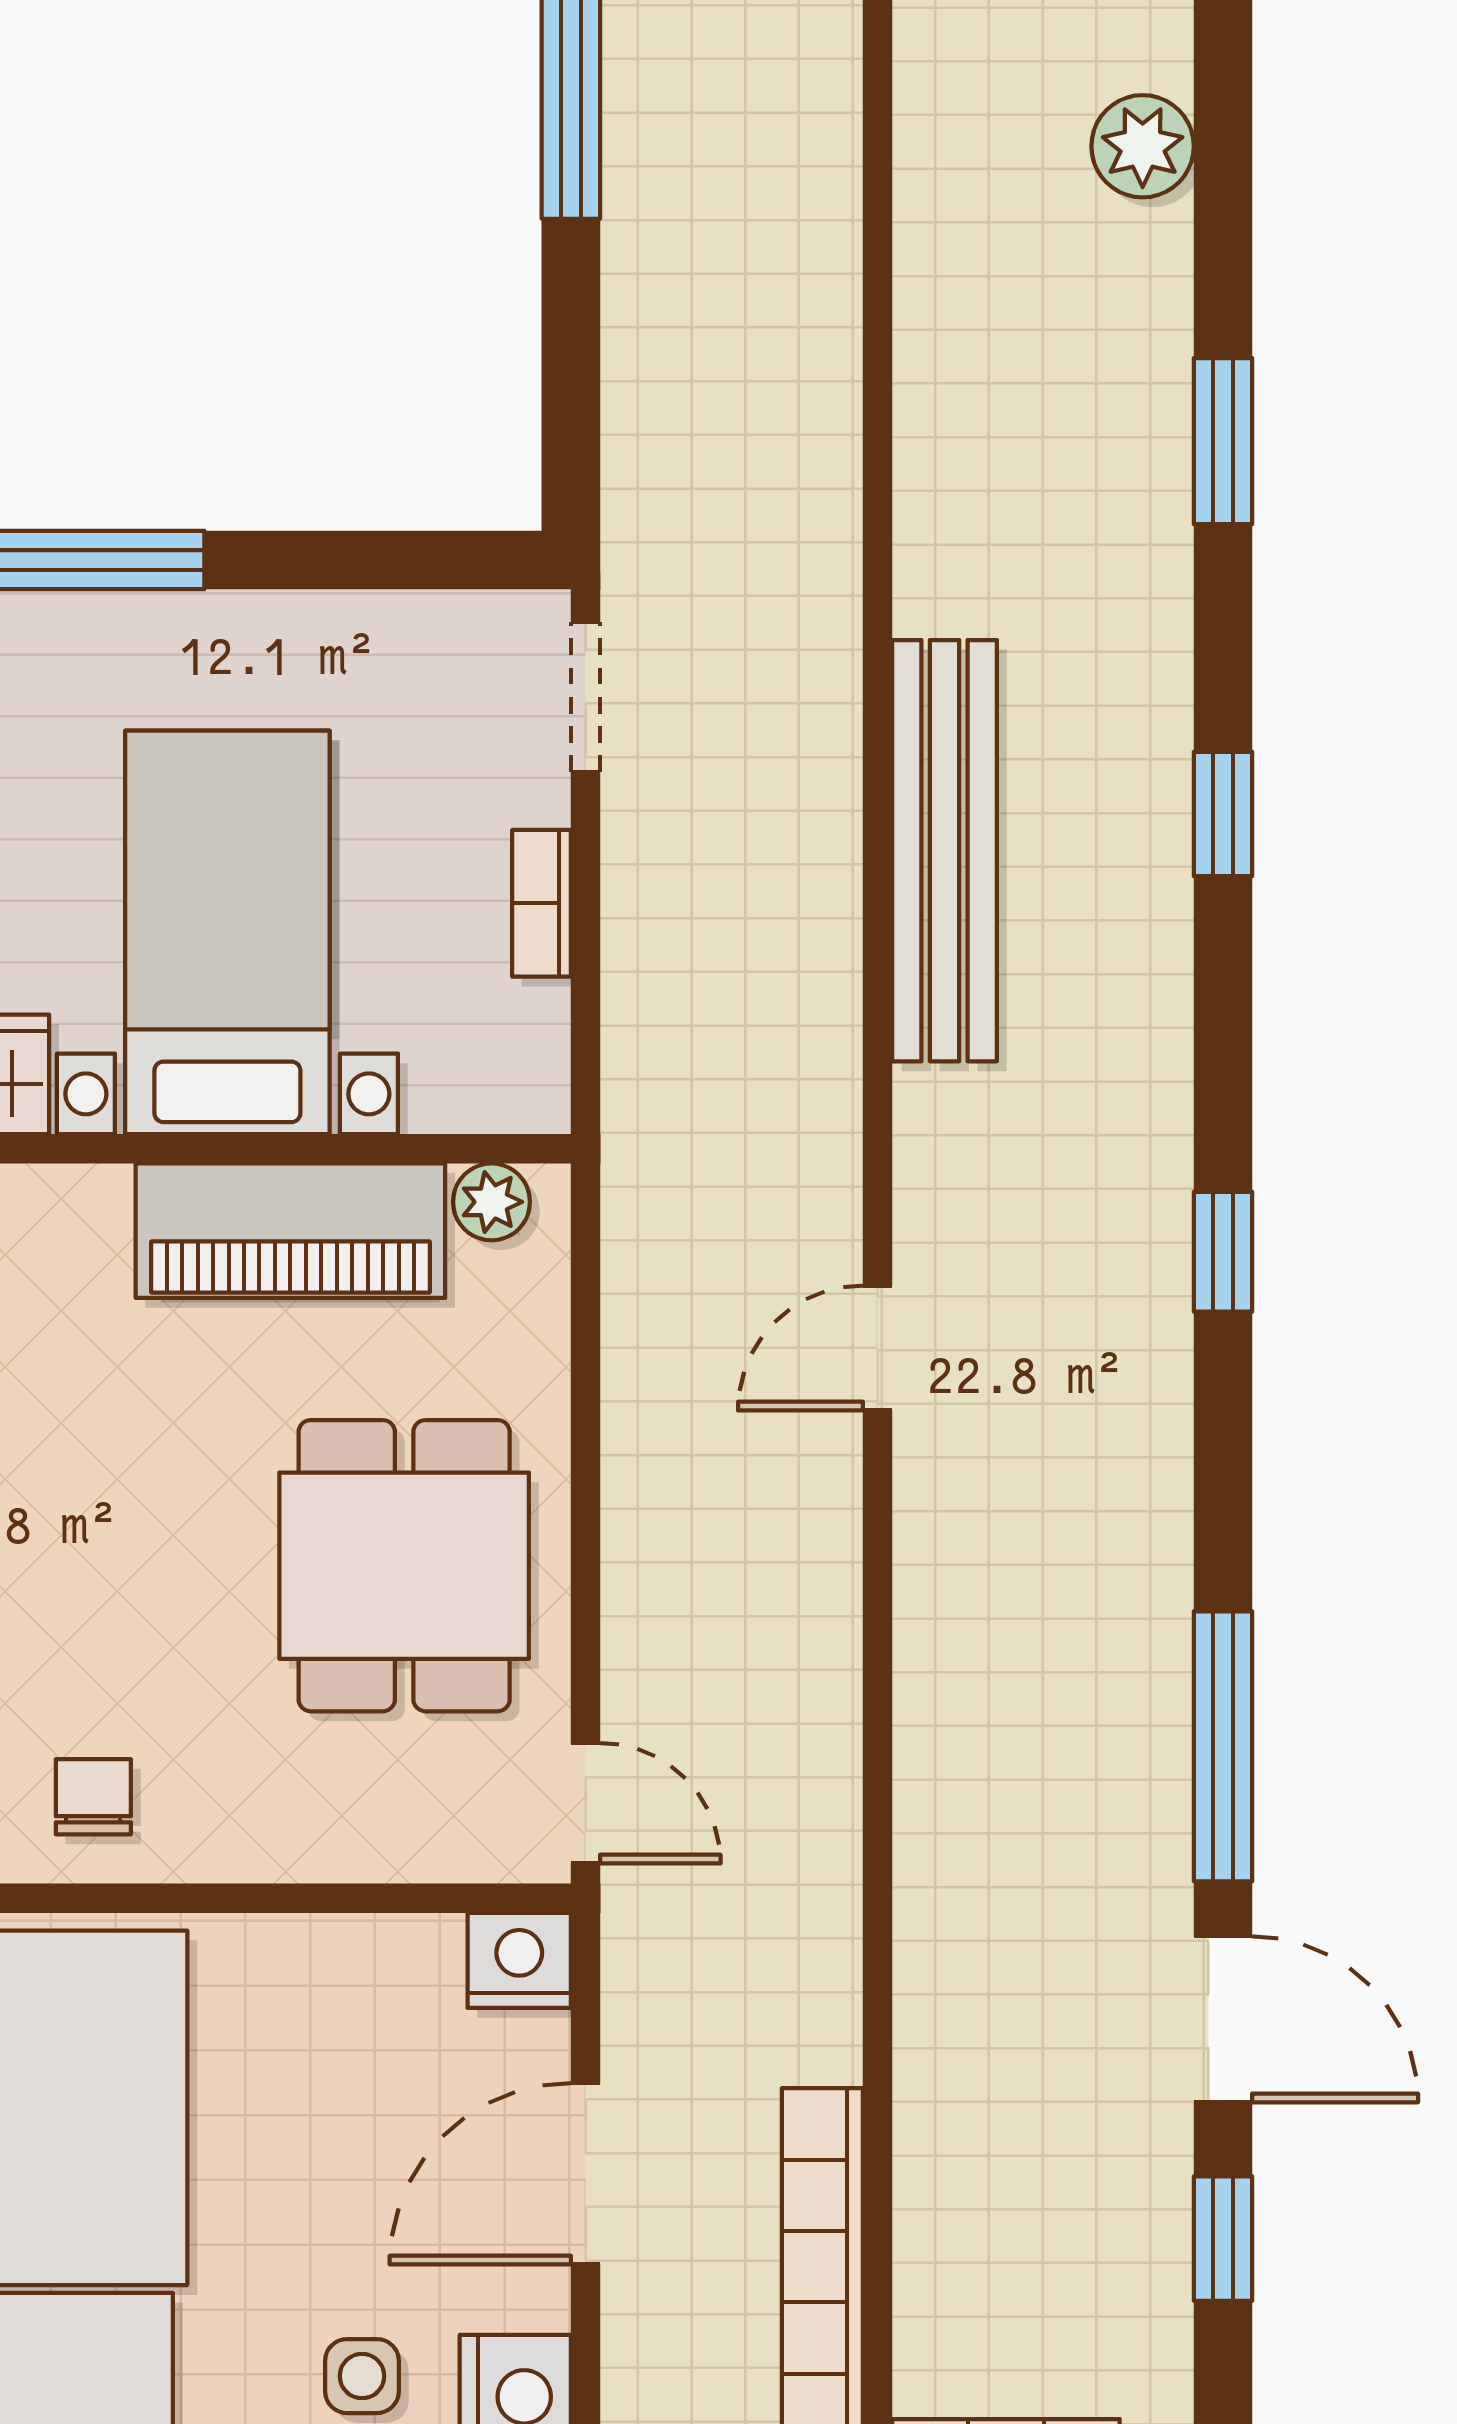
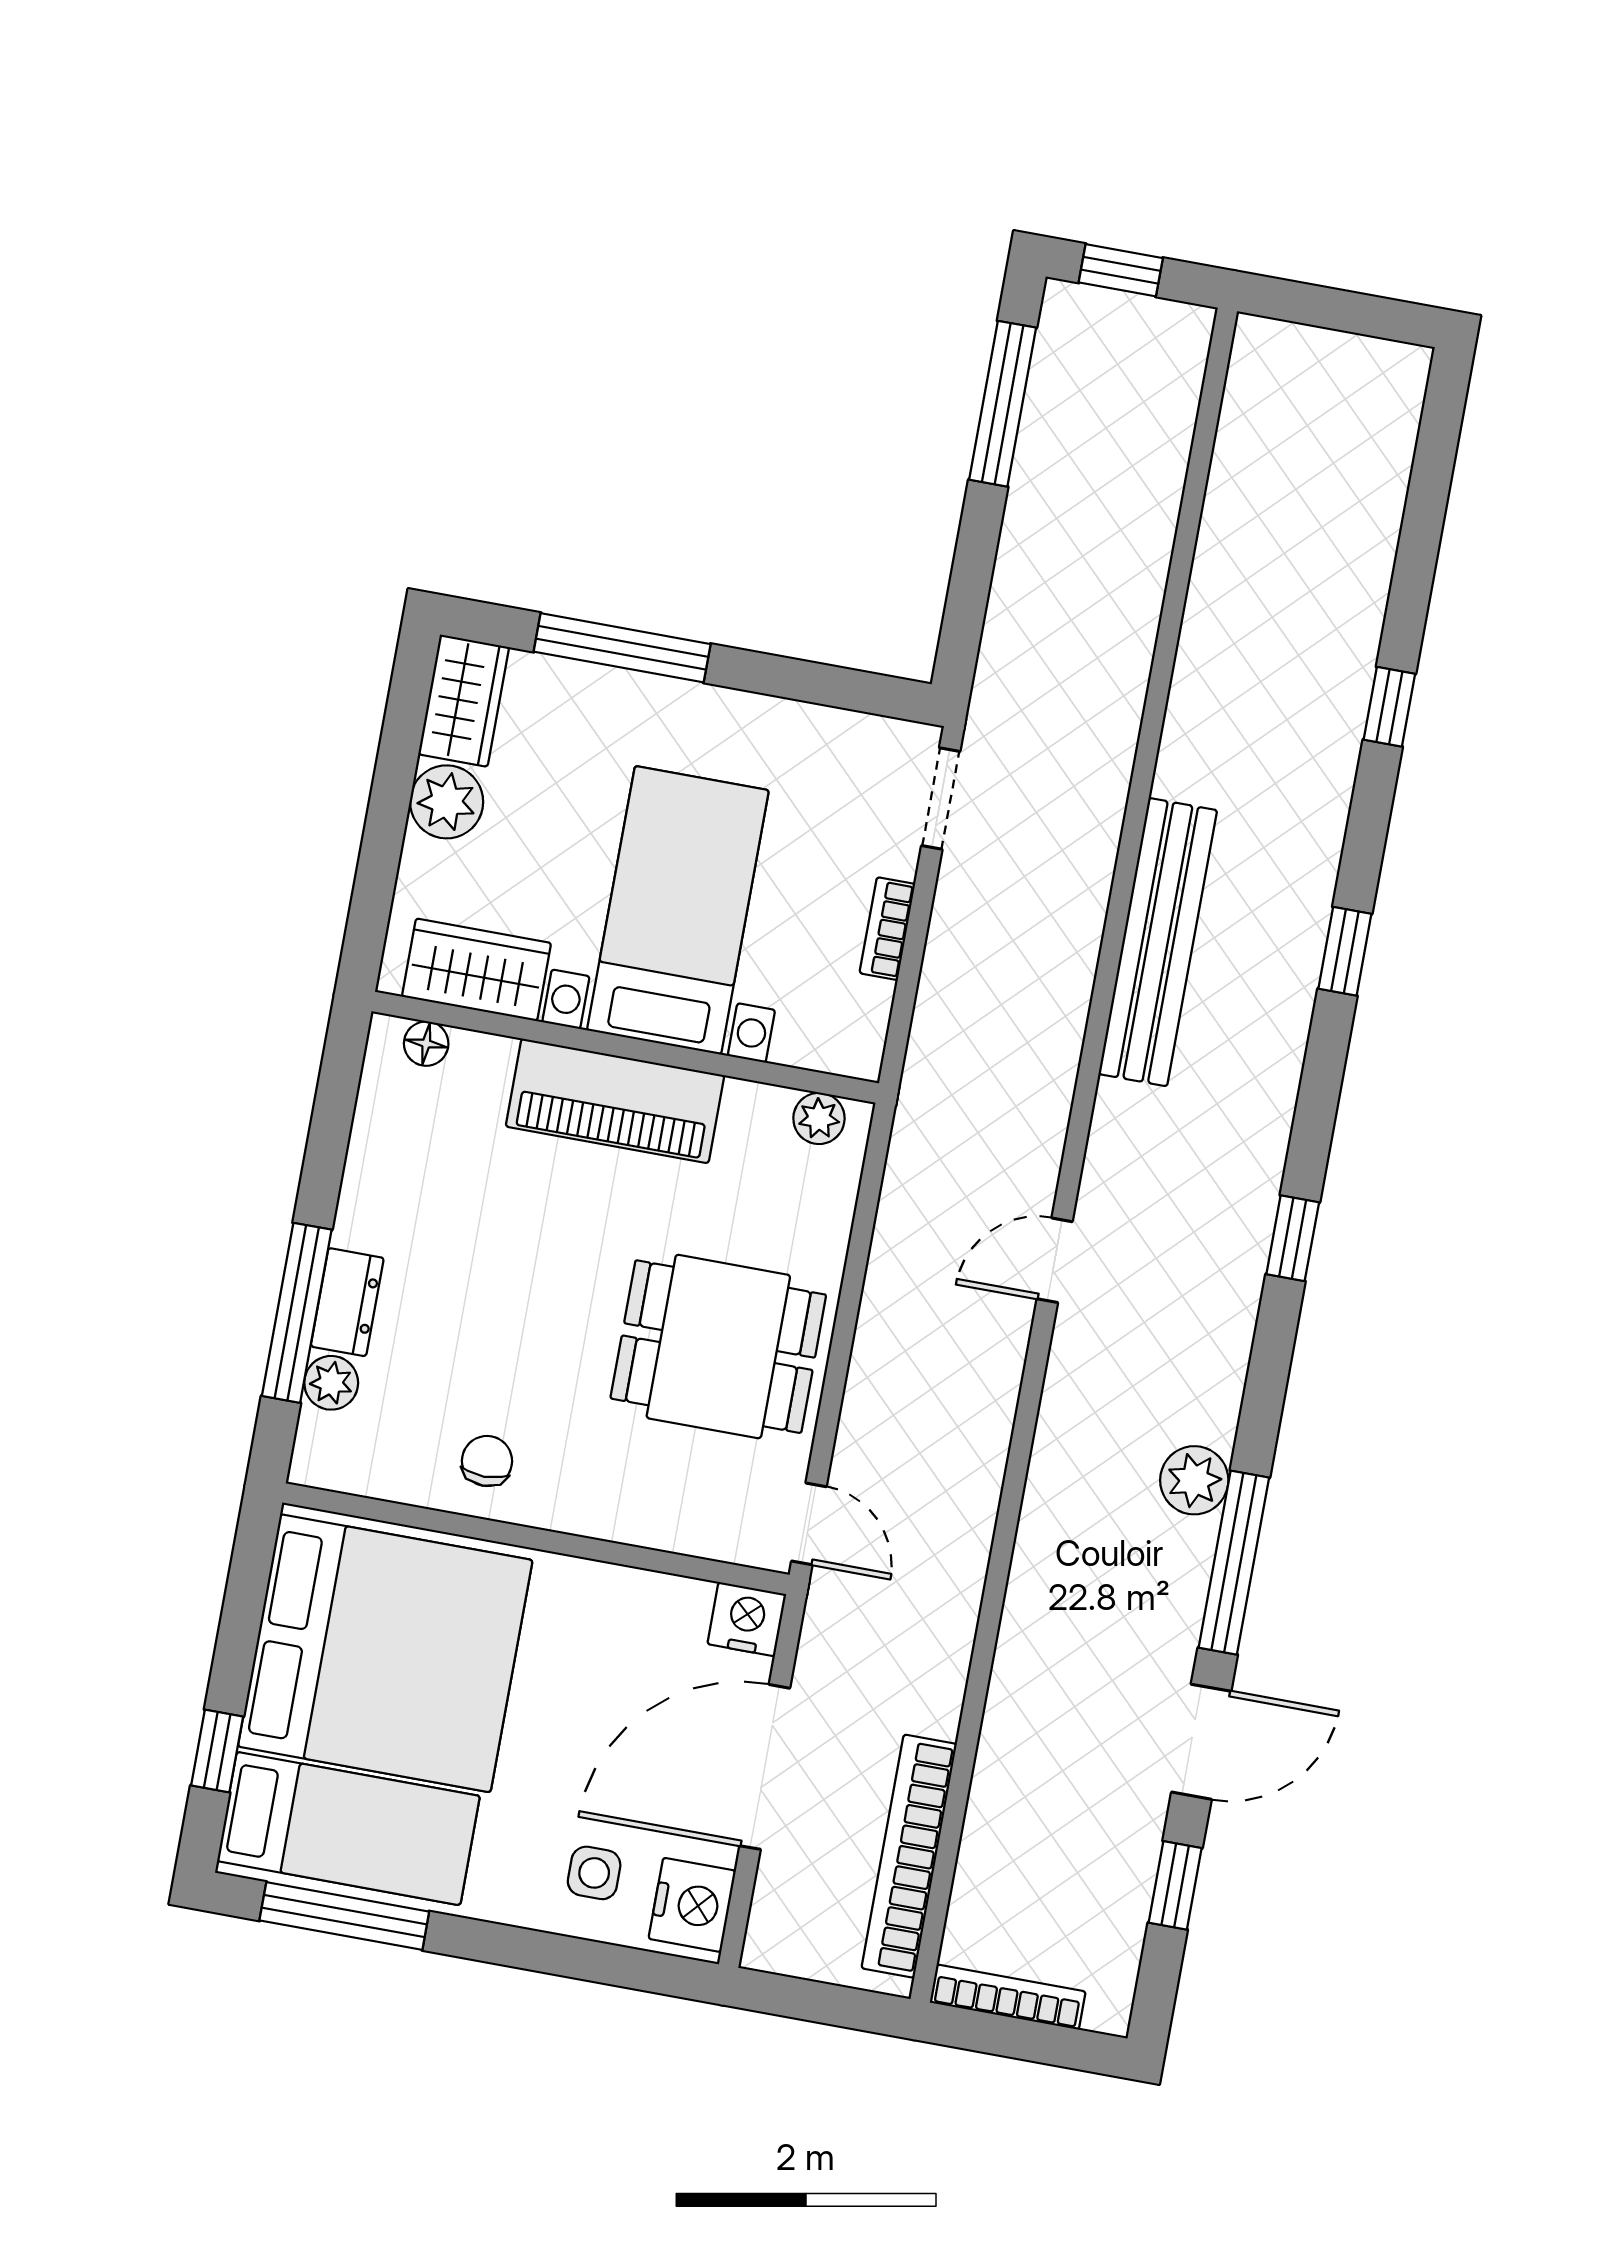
plant: (1143, 146) -> (1194, 1480), moved
window: (1223, 441) -> (1389, 707), width x0.67
piano: (290, 1231) -> (615, 1101), moved
dining table: (404, 1566) -> (718, 1347), turned 90
door: (1223, 2019) -> (1201, 1742), hinge flipped
door: (586, 2174) -> (765, 1767), width x1.36

